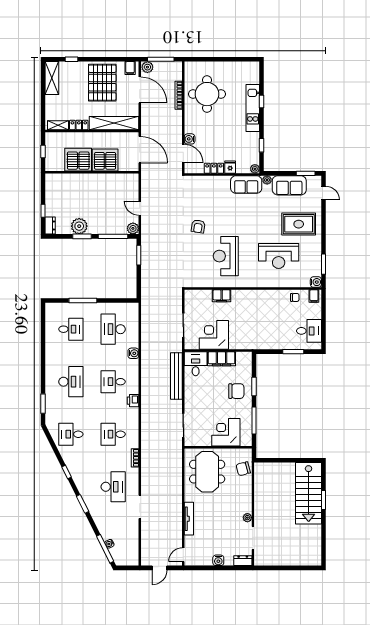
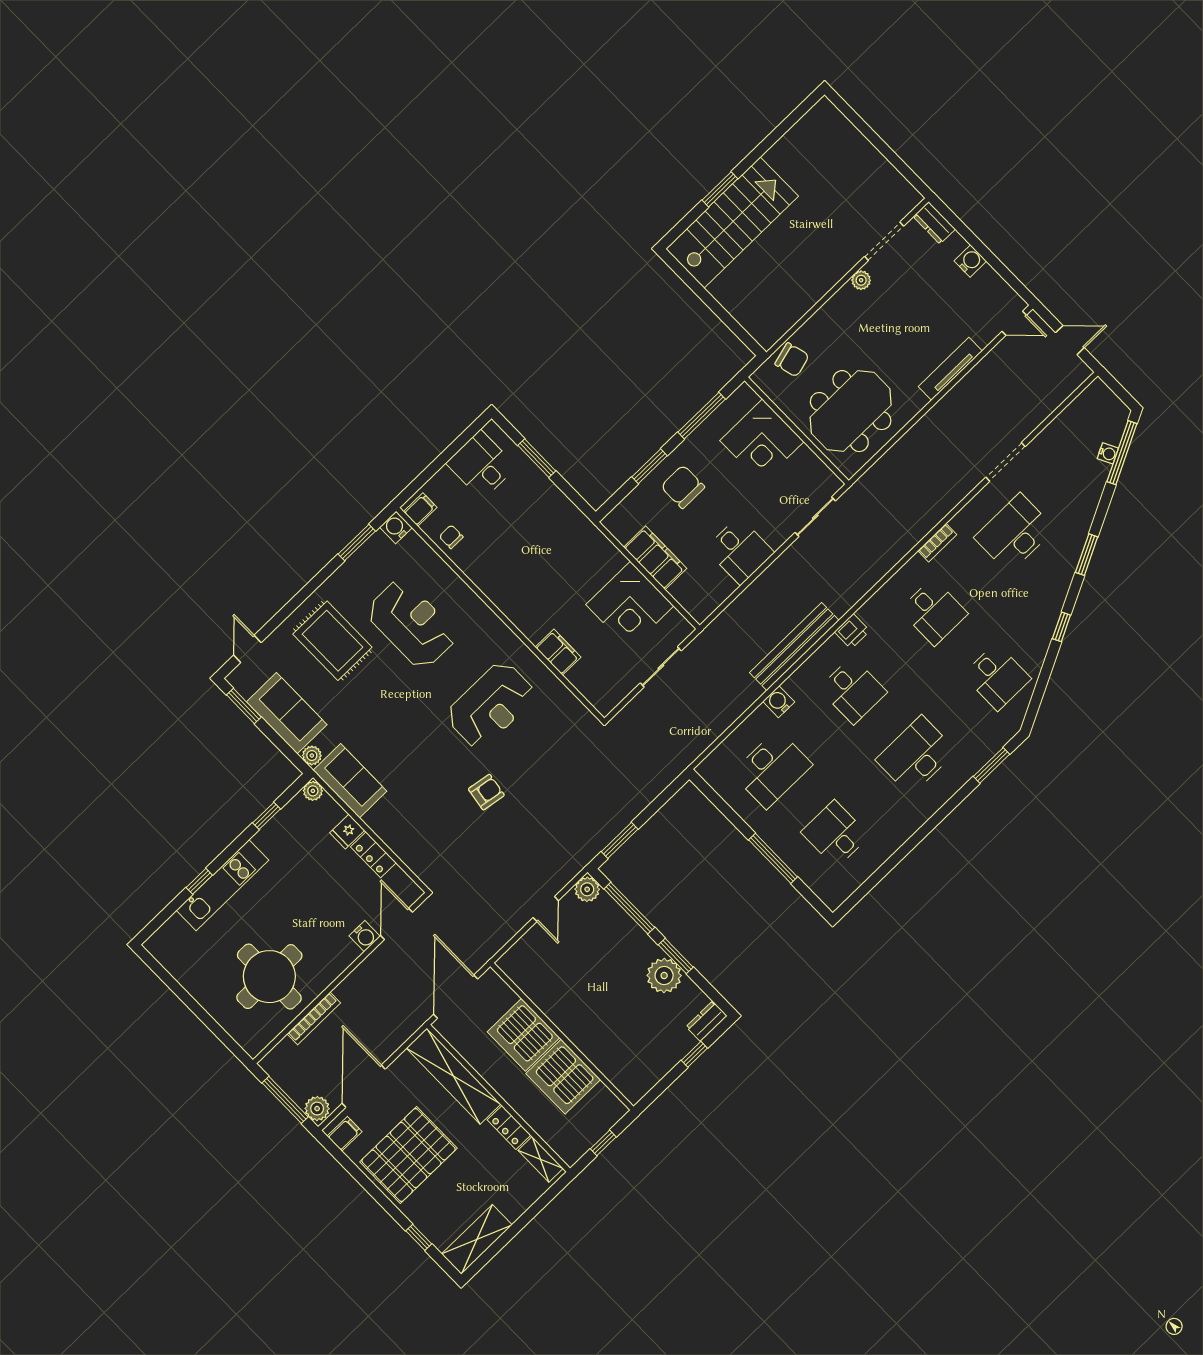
desk: (196, 364) -> (740, 551), moved, turned -90
bench: (176, 376) -> (794, 647), moved

